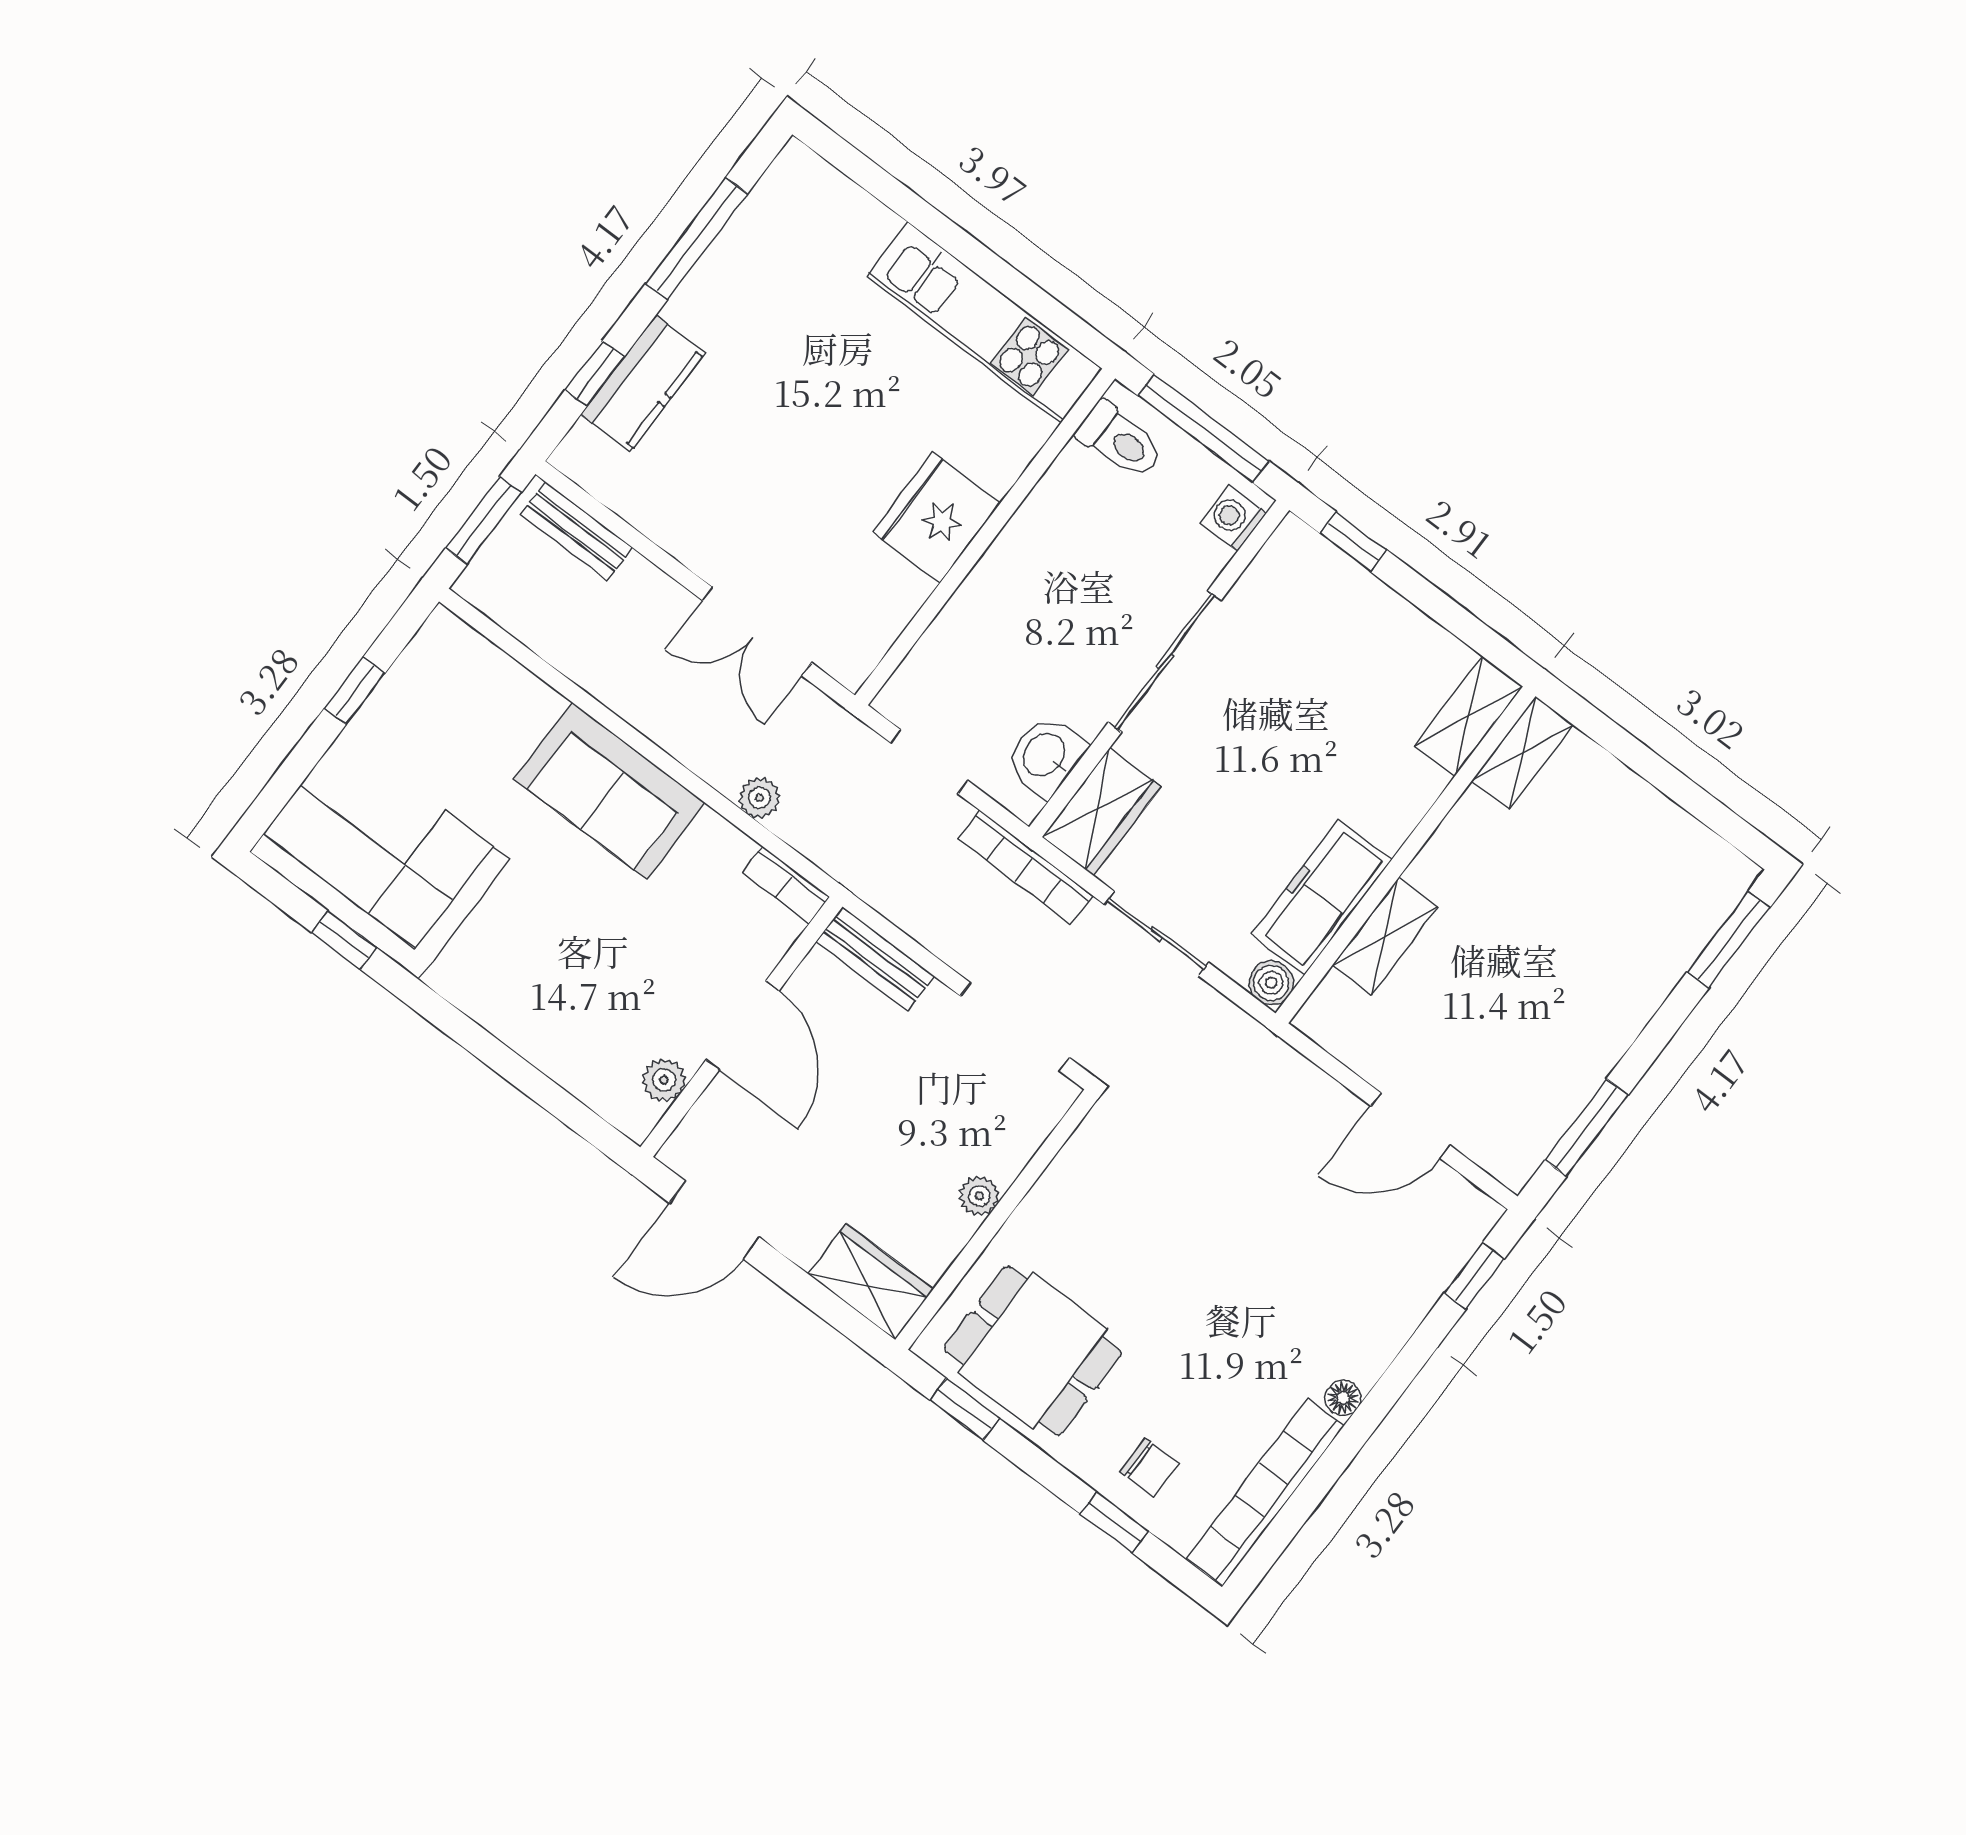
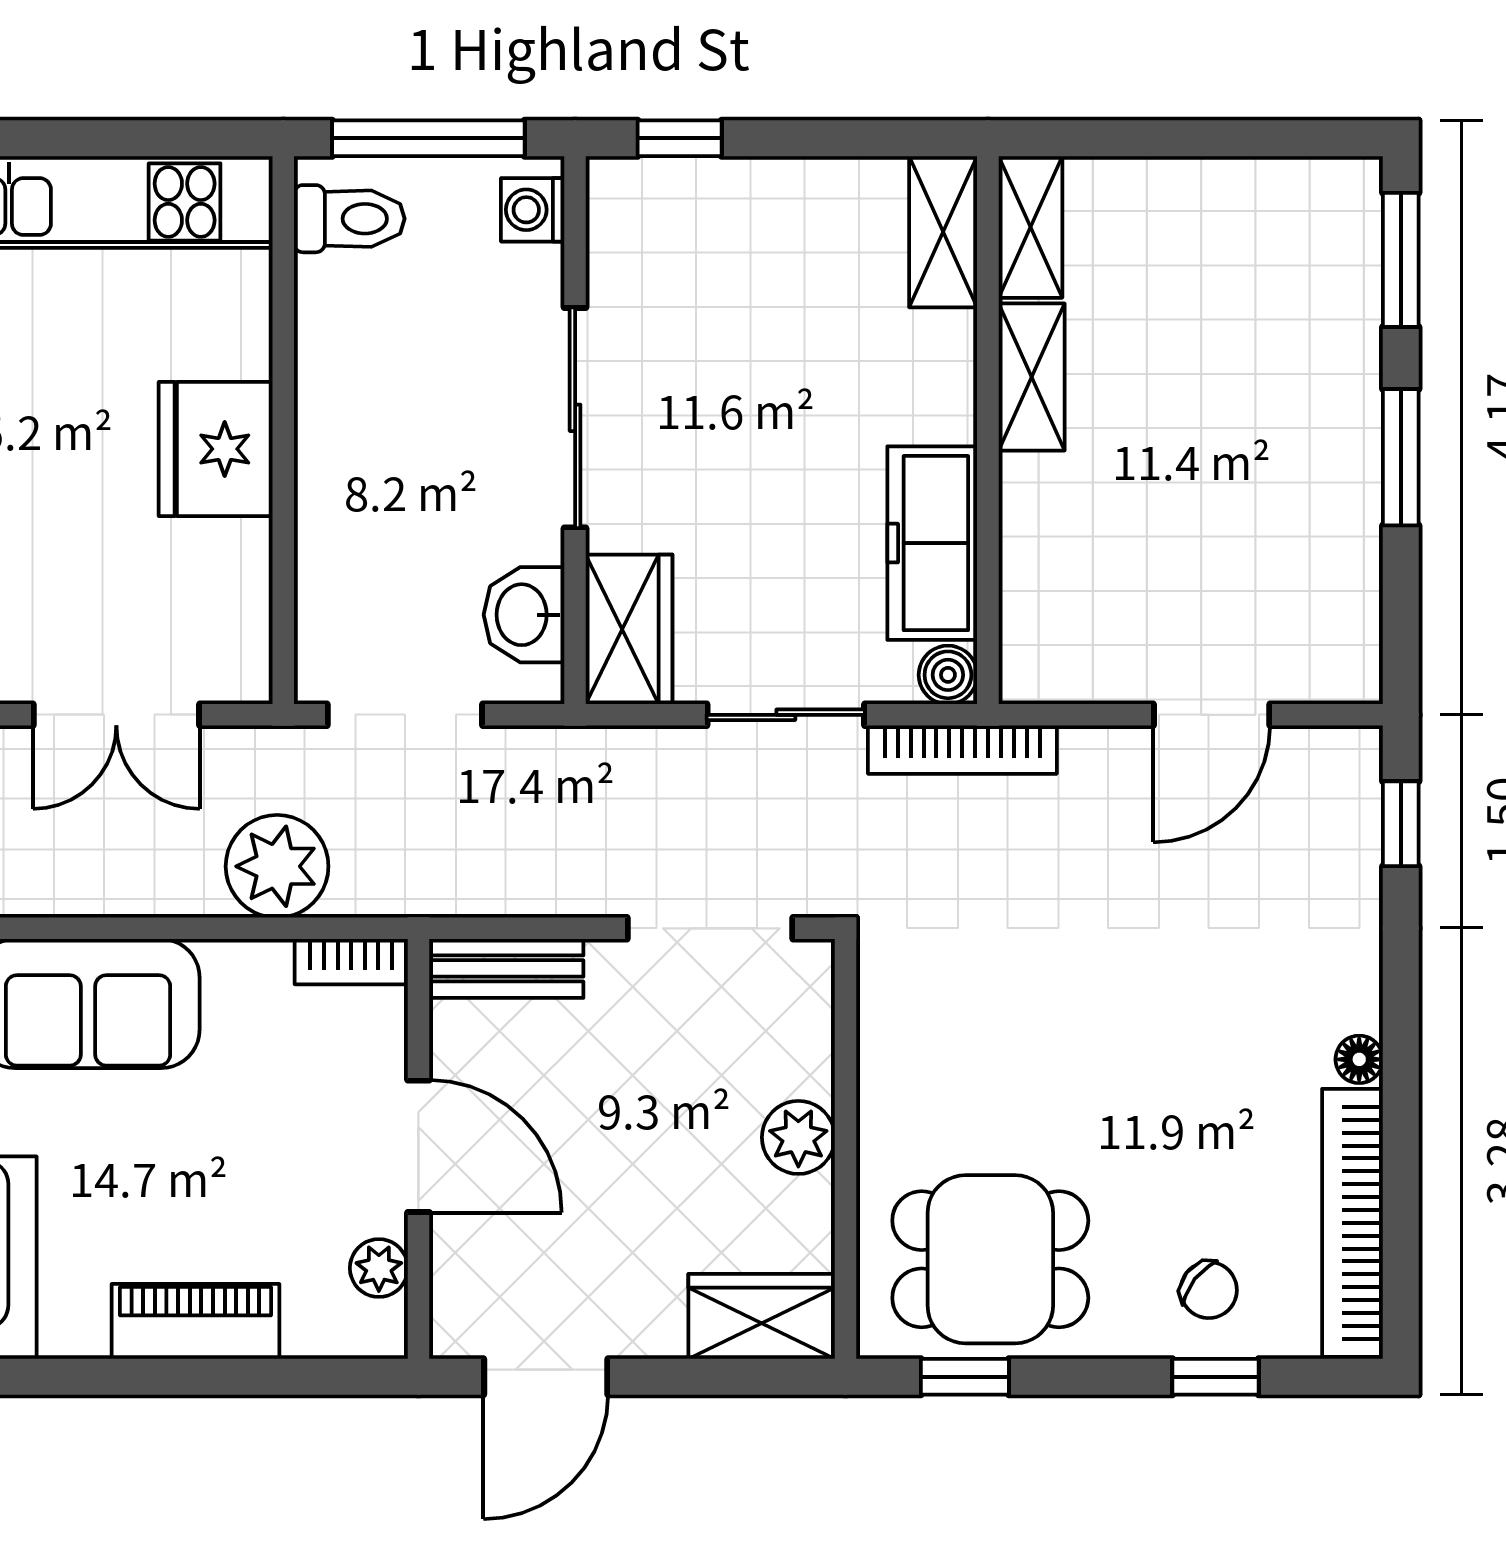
doorway: (929, 762) -> (405, 715), width x1.38
plant: (759, 798) -> (277, 866), width x1.88, depth x1.88
bookcase: (1026, 867) -> (962, 750), moved
shelving: (1385, 936) -> (1032, 377), moved
piano: (531, 1029) -> (196, 1321), added
window: (1586, 1128) -> (1401, 457), moved
plant: (979, 1196) -> (798, 1137), width x1.38, depth x1.38
chair: (1149, 1468) -> (1209, 1290), turned 38

